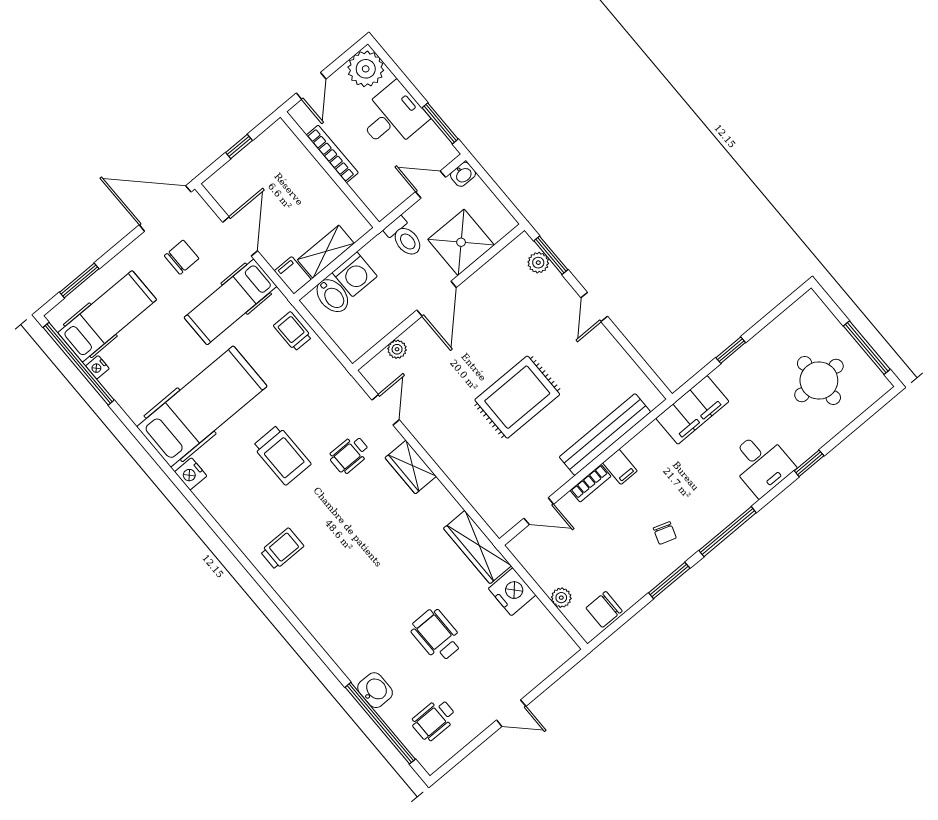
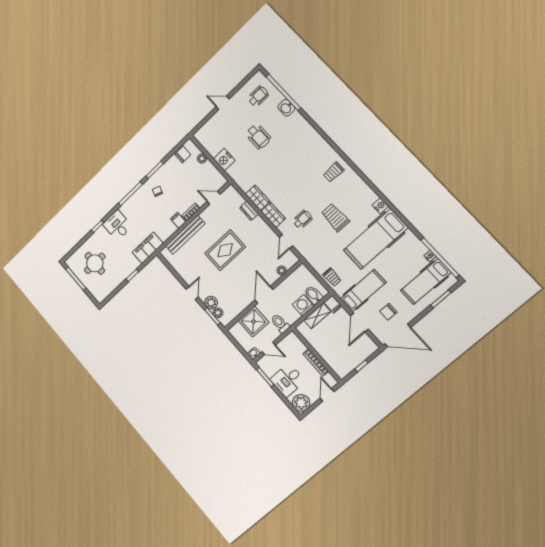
plant: (553, 285) -> (211, 303), added
dresser: (462, 479) -> (249, 211), added
wardrobe: (477, 547) -> (258, 198), moved, width x0.67

